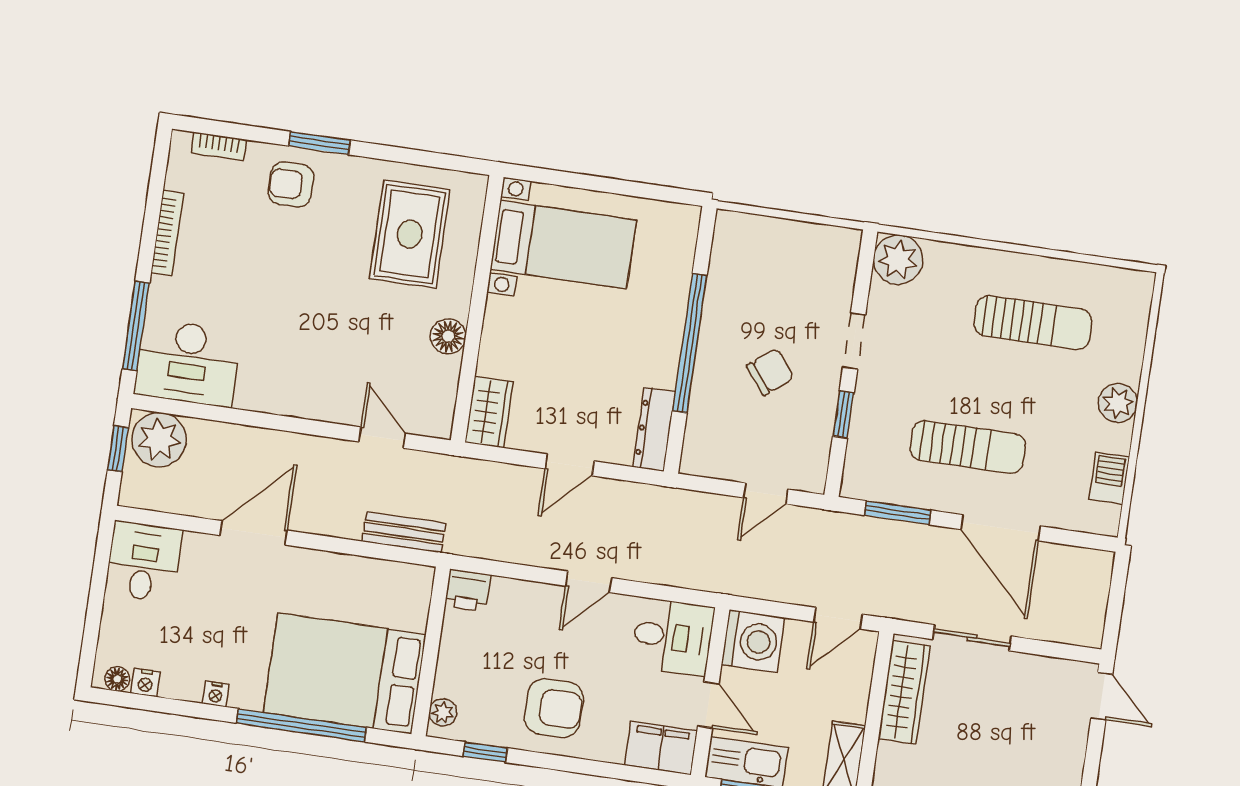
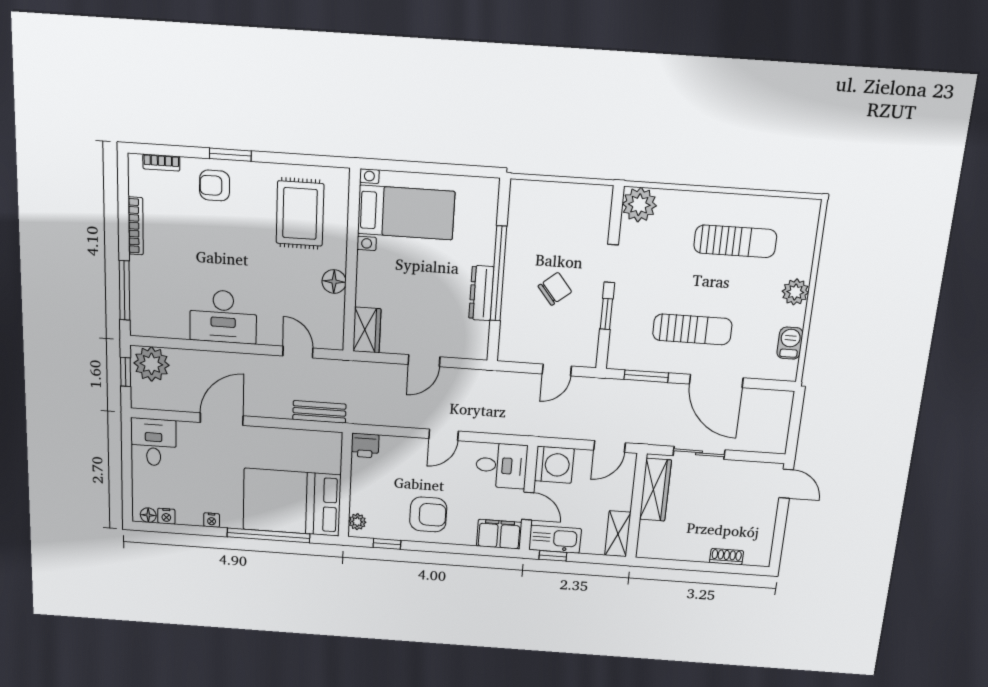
desk: (188, 363) -> (223, 317), moved
dresser: (654, 429) -> (481, 293), moved

